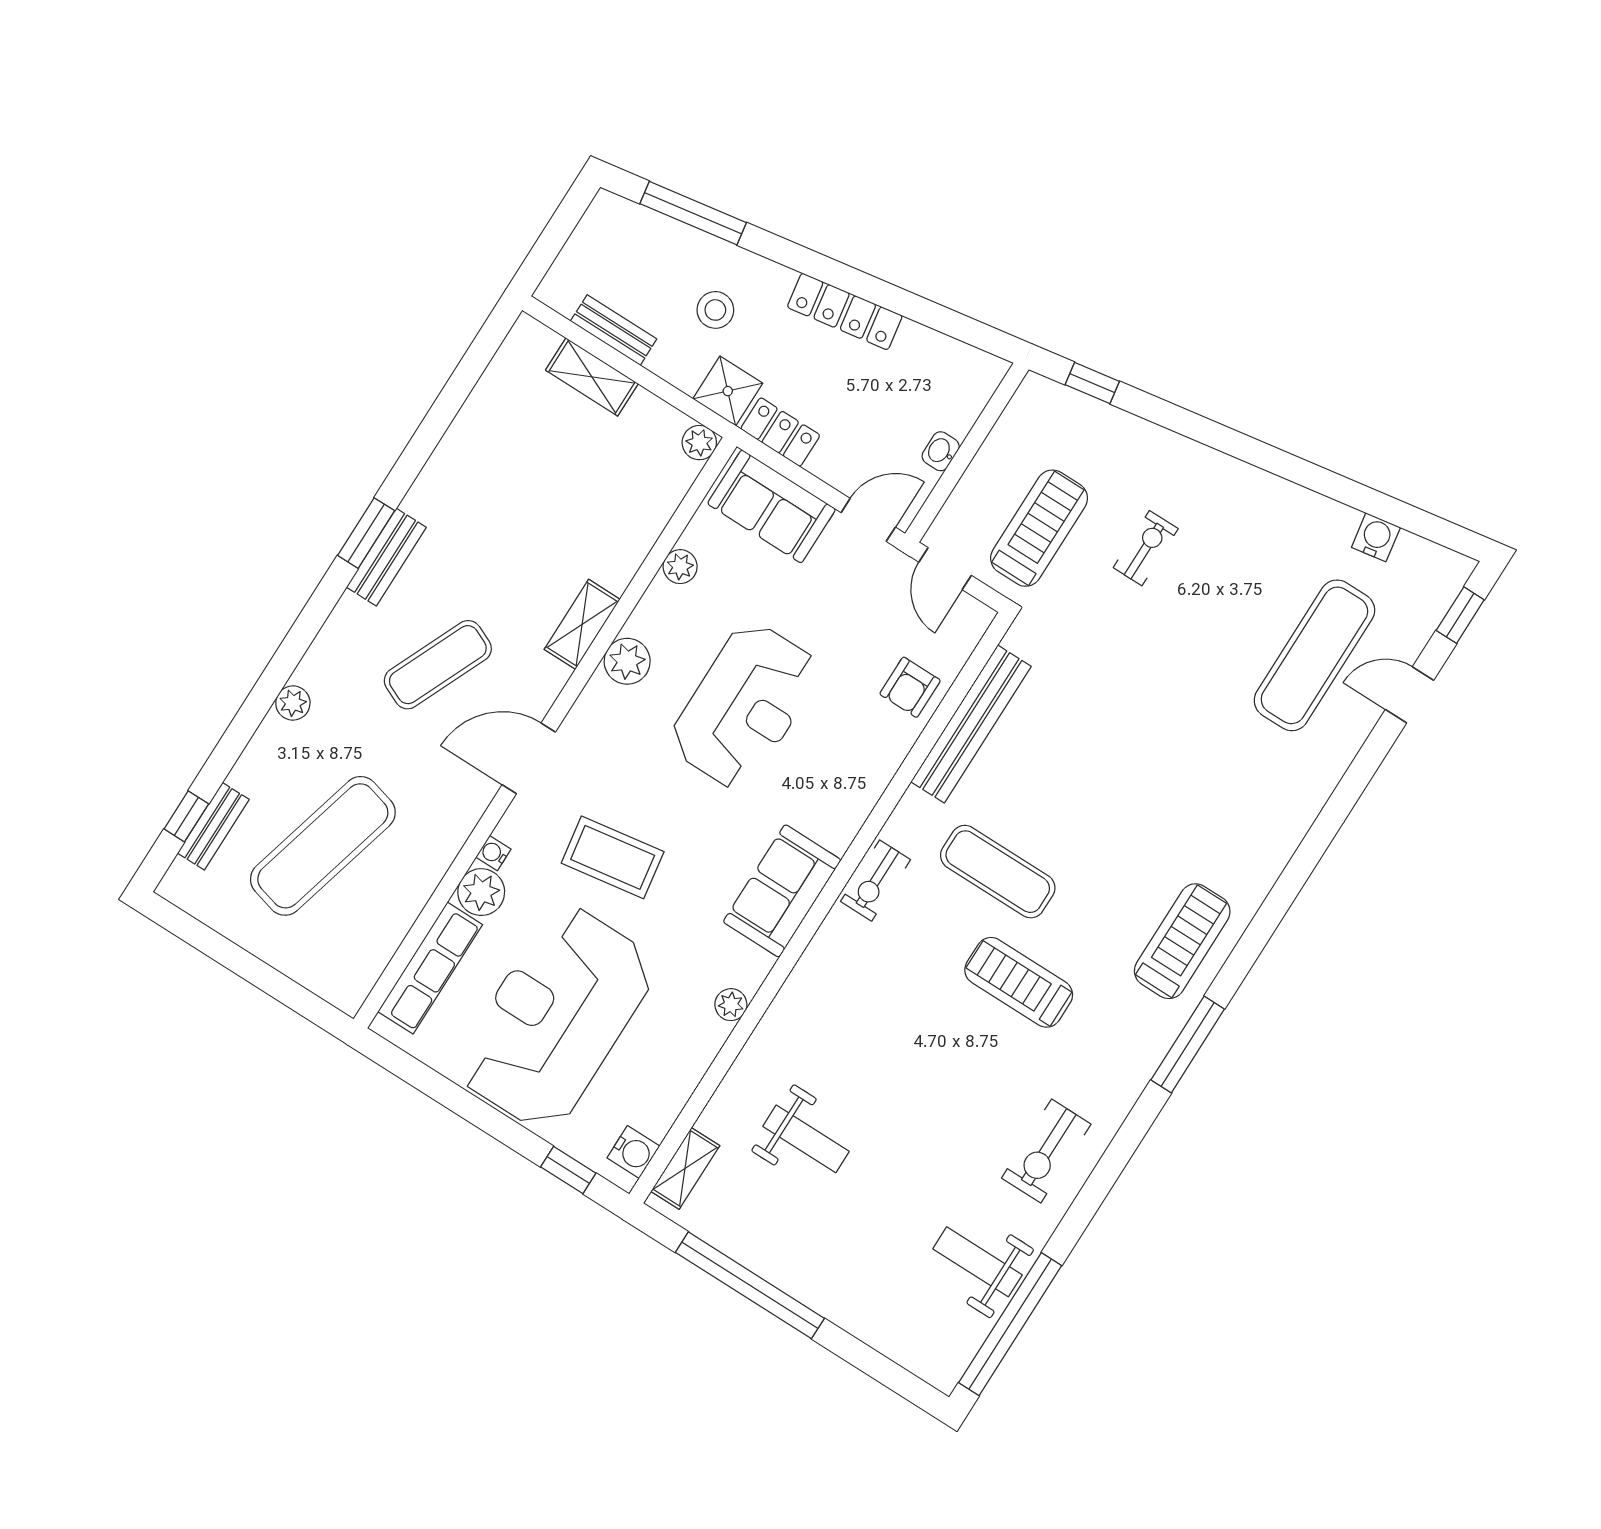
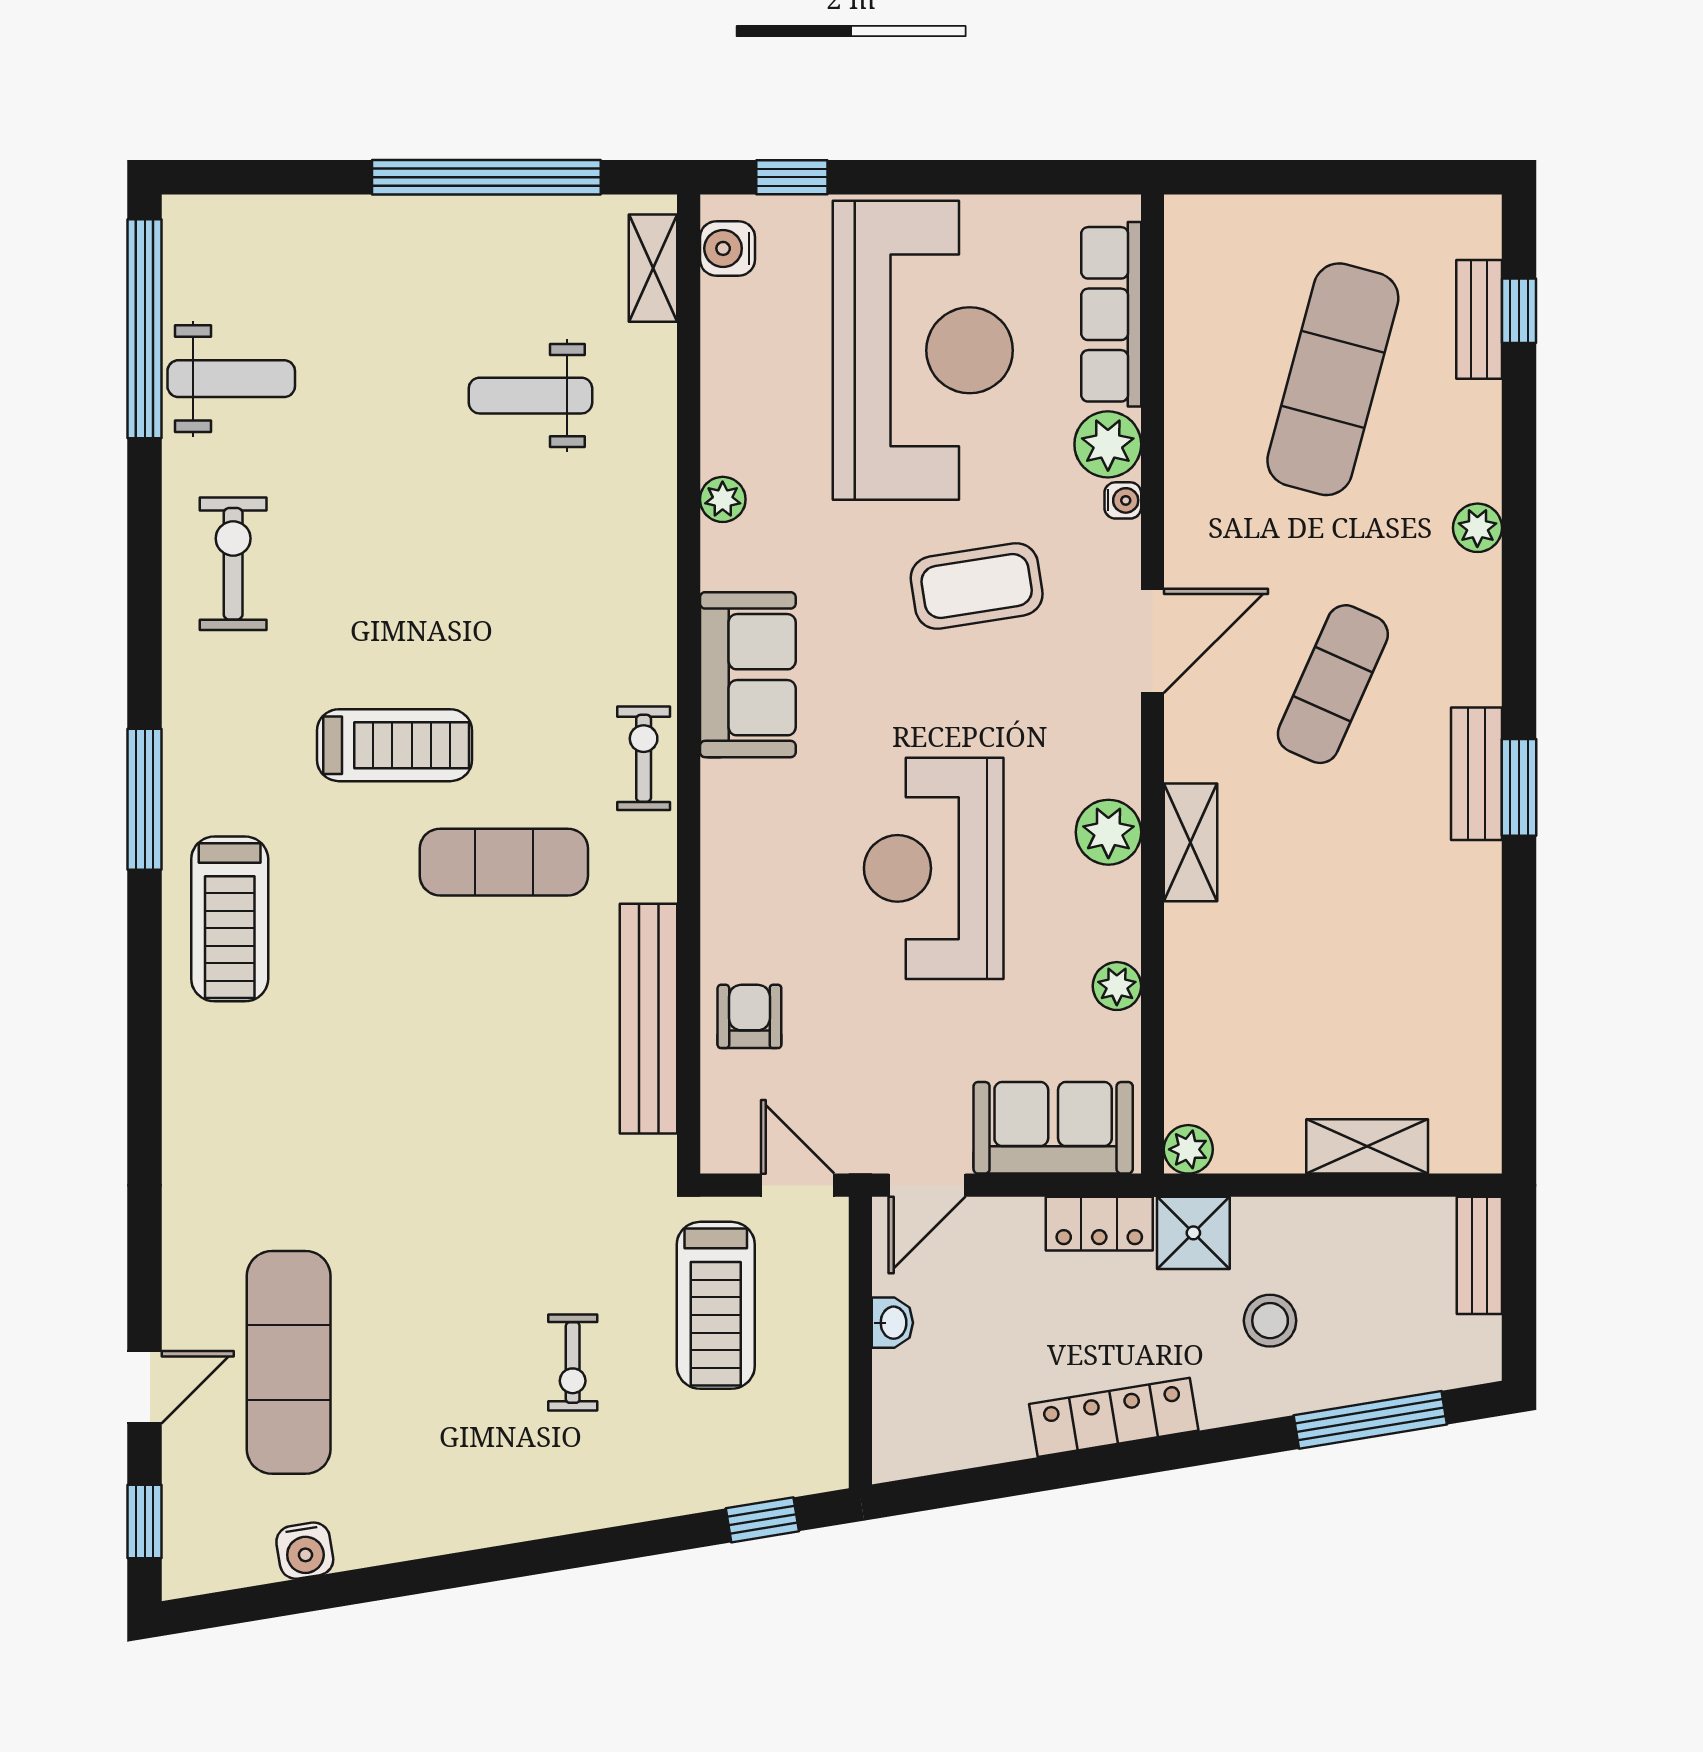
bench: (614, 330) -> (1479, 1255), moved, turned 90

